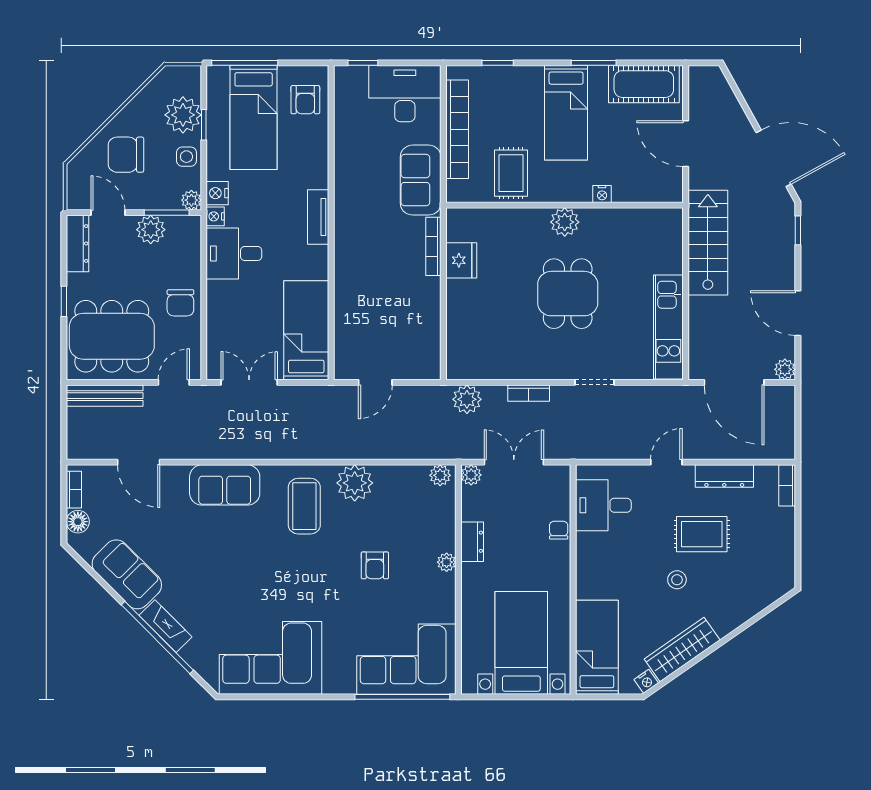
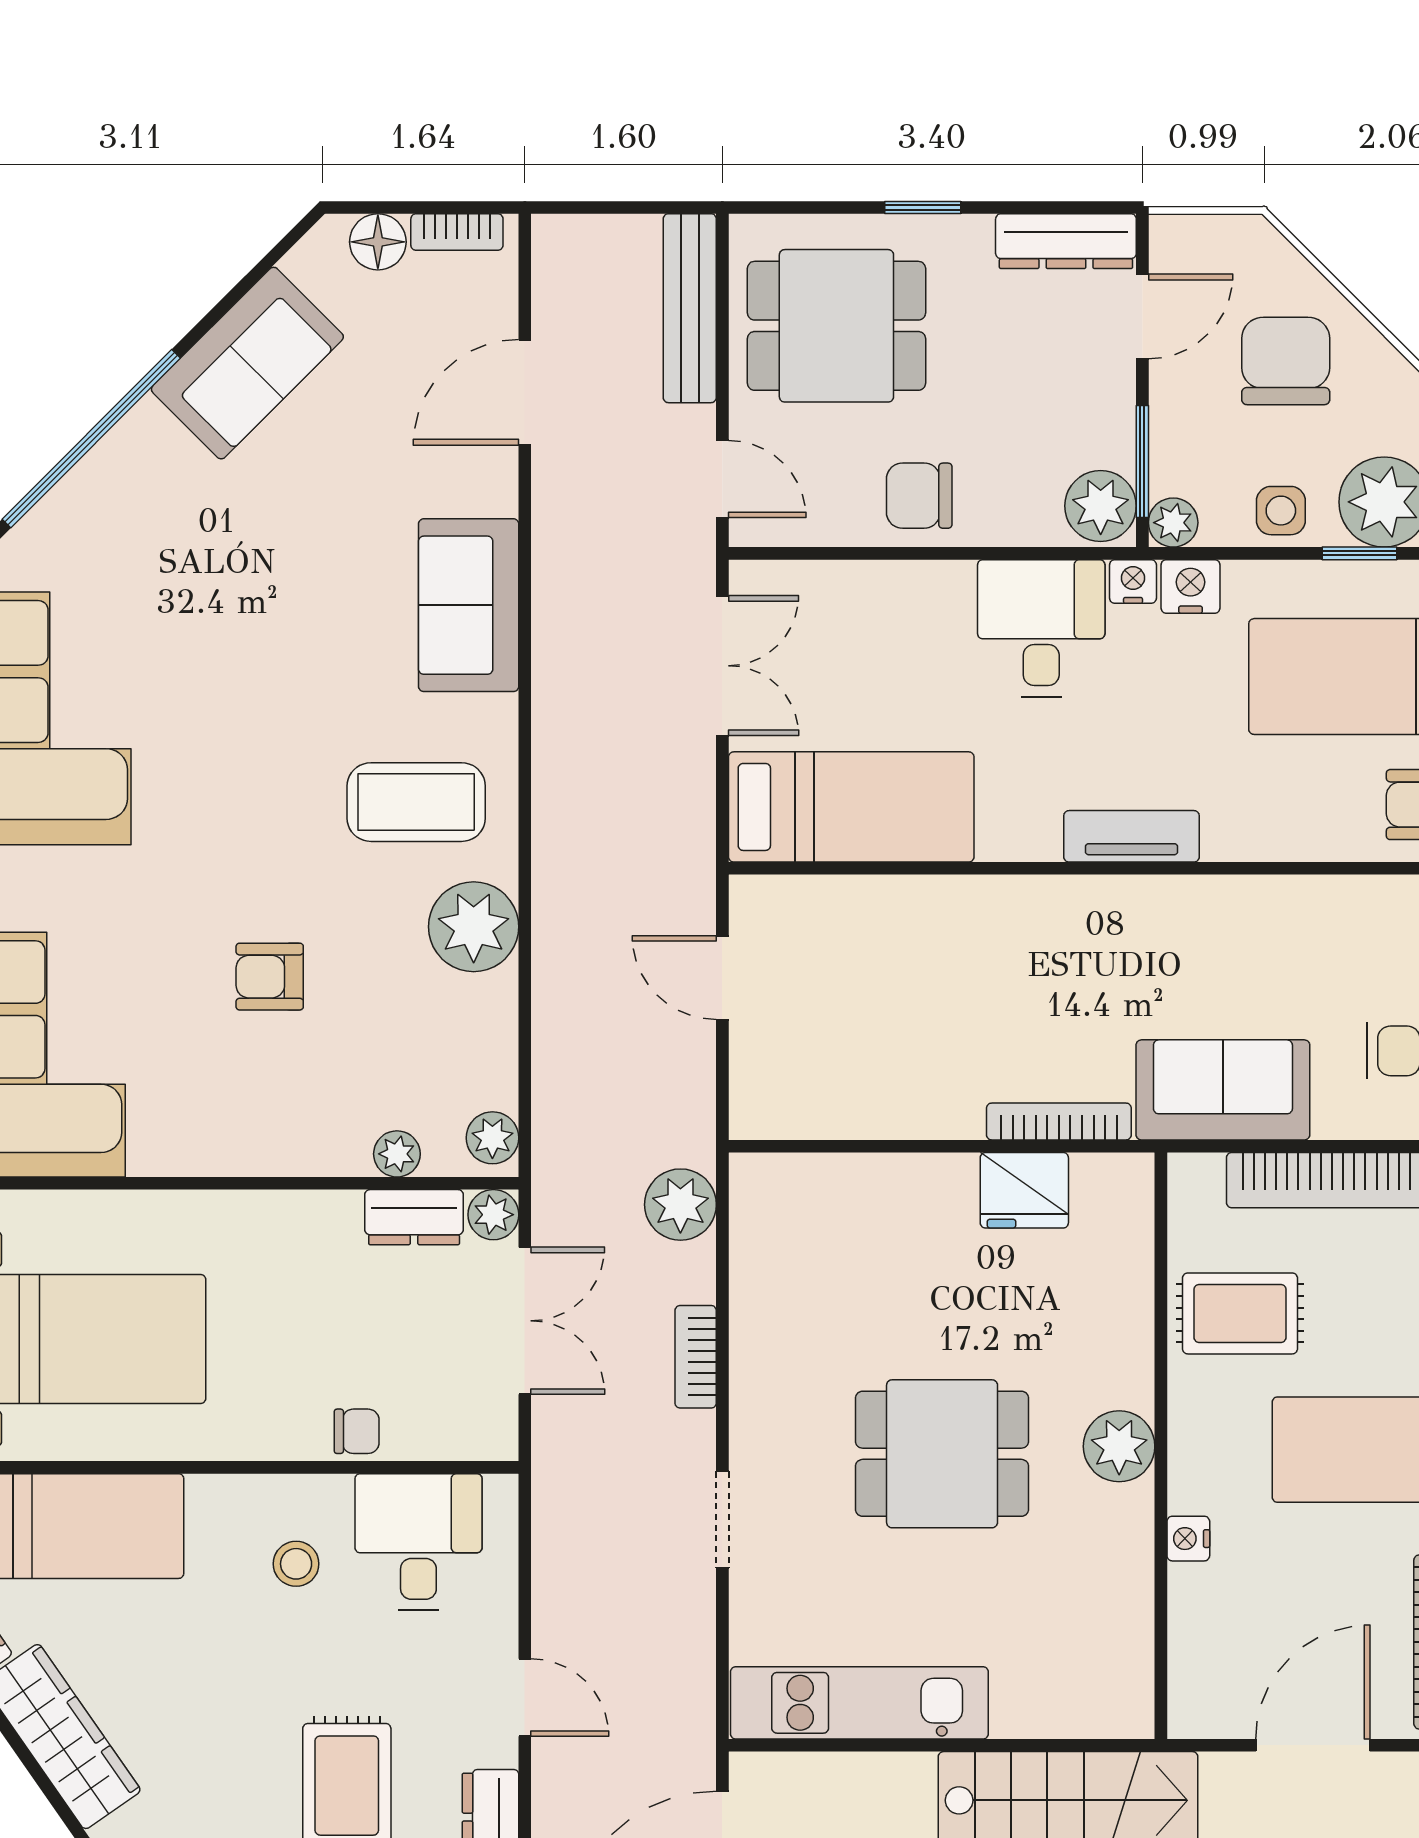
plant: (151, 230) -> (1101, 506), moved
dining table: (112, 336) -> (836, 326), width x0.73
dresser: (472, 542) -> (414, 1217), moved
plant: (447, 562) -> (397, 1154), moved
stool: (677, 580) -> (296, 1564), moved
fireplace: (165, 626) -> (119, 459), removed

